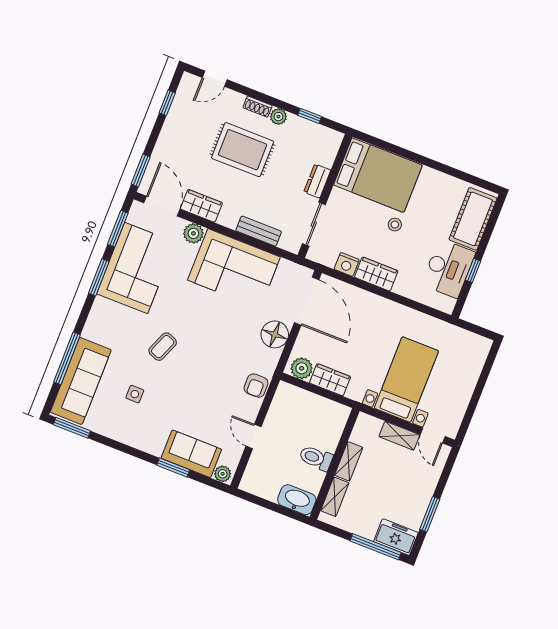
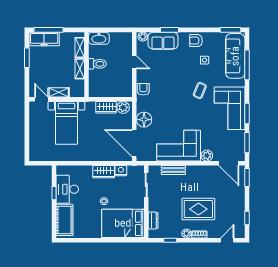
dresser: (317, 181) -> (153, 221), moved
wardrobe: (201, 206) -> (208, 171), removed
corner sofa: (136, 268) -> (230, 108), moved
armchair: (136, 432) -> (196, 41), added
freezer: (396, 537) -> (44, 39), width x1.40

